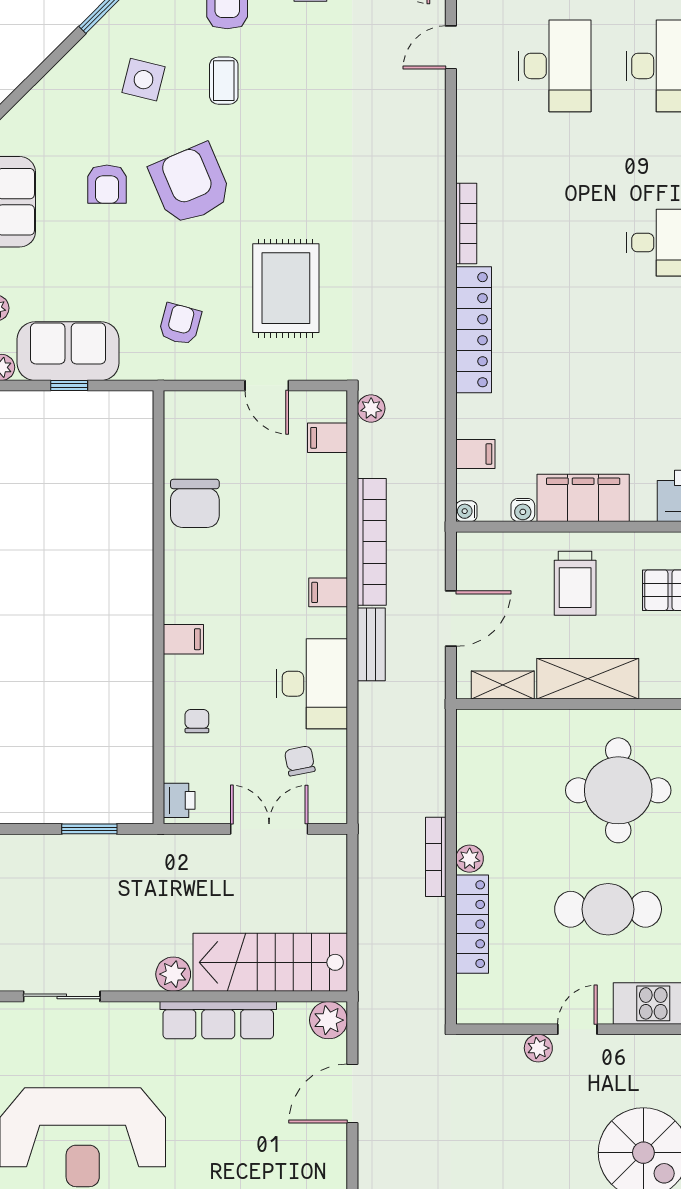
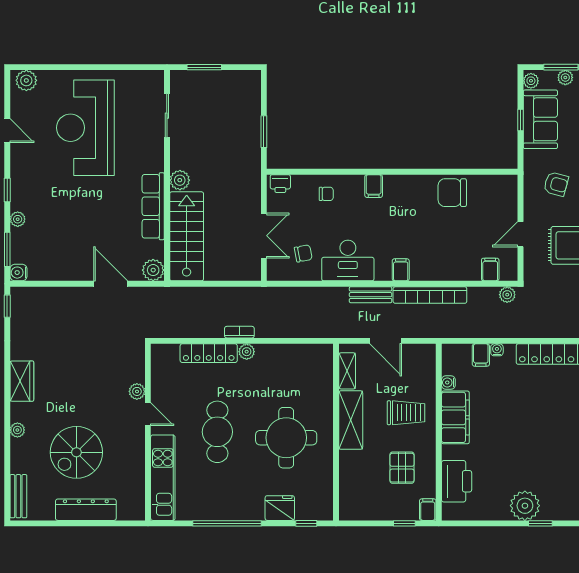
water cooler: (466, 511) -> (497, 350), moved
trolley: (575, 583) -> (406, 413), turned 180
bookcase: (436, 857) -> (239, 332), width x0.64

